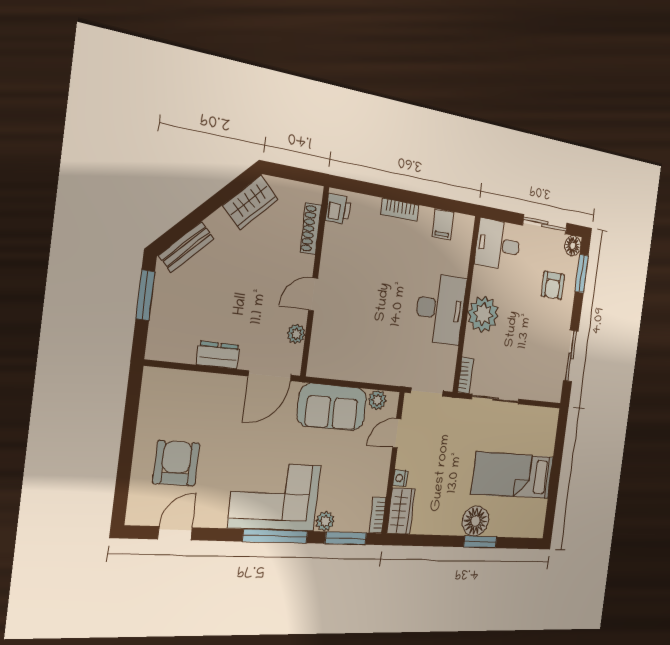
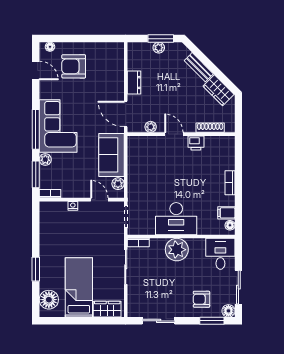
printer: (338, 209) -> (196, 143), moved
floor lamp: (461, 222) -> (230, 225), added
bench: (186, 247) -> (199, 67), moved
plant: (162, 301) -> (159, 48), added
armchair: (176, 463) -> (74, 66), turned 180
floor lamp: (135, 505) -> (50, 47), added
wardrobe: (401, 511) -> (107, 309), moved, turned 180
floor lamp: (475, 521) -> (49, 300), moved

